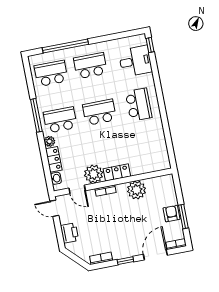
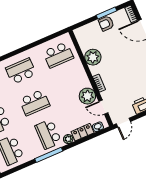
school desk: (99, 112) -> (35, 103), turned -90
school desk: (148, 151) -> (58, 55), added
locker: (117, 172) -> (82, 77), removed
door: (77, 189) -> (103, 107), swing flipped

